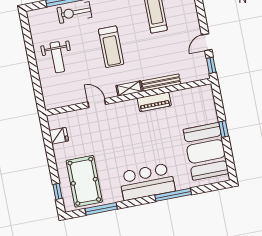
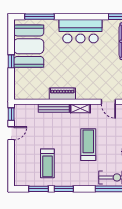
window: (173, 195) -> (39, 17), moved

